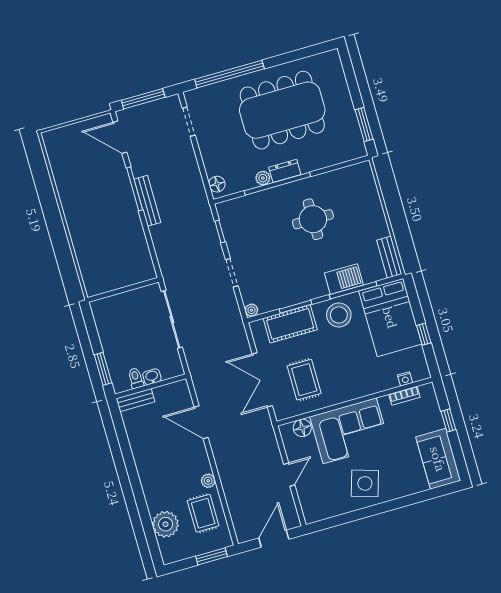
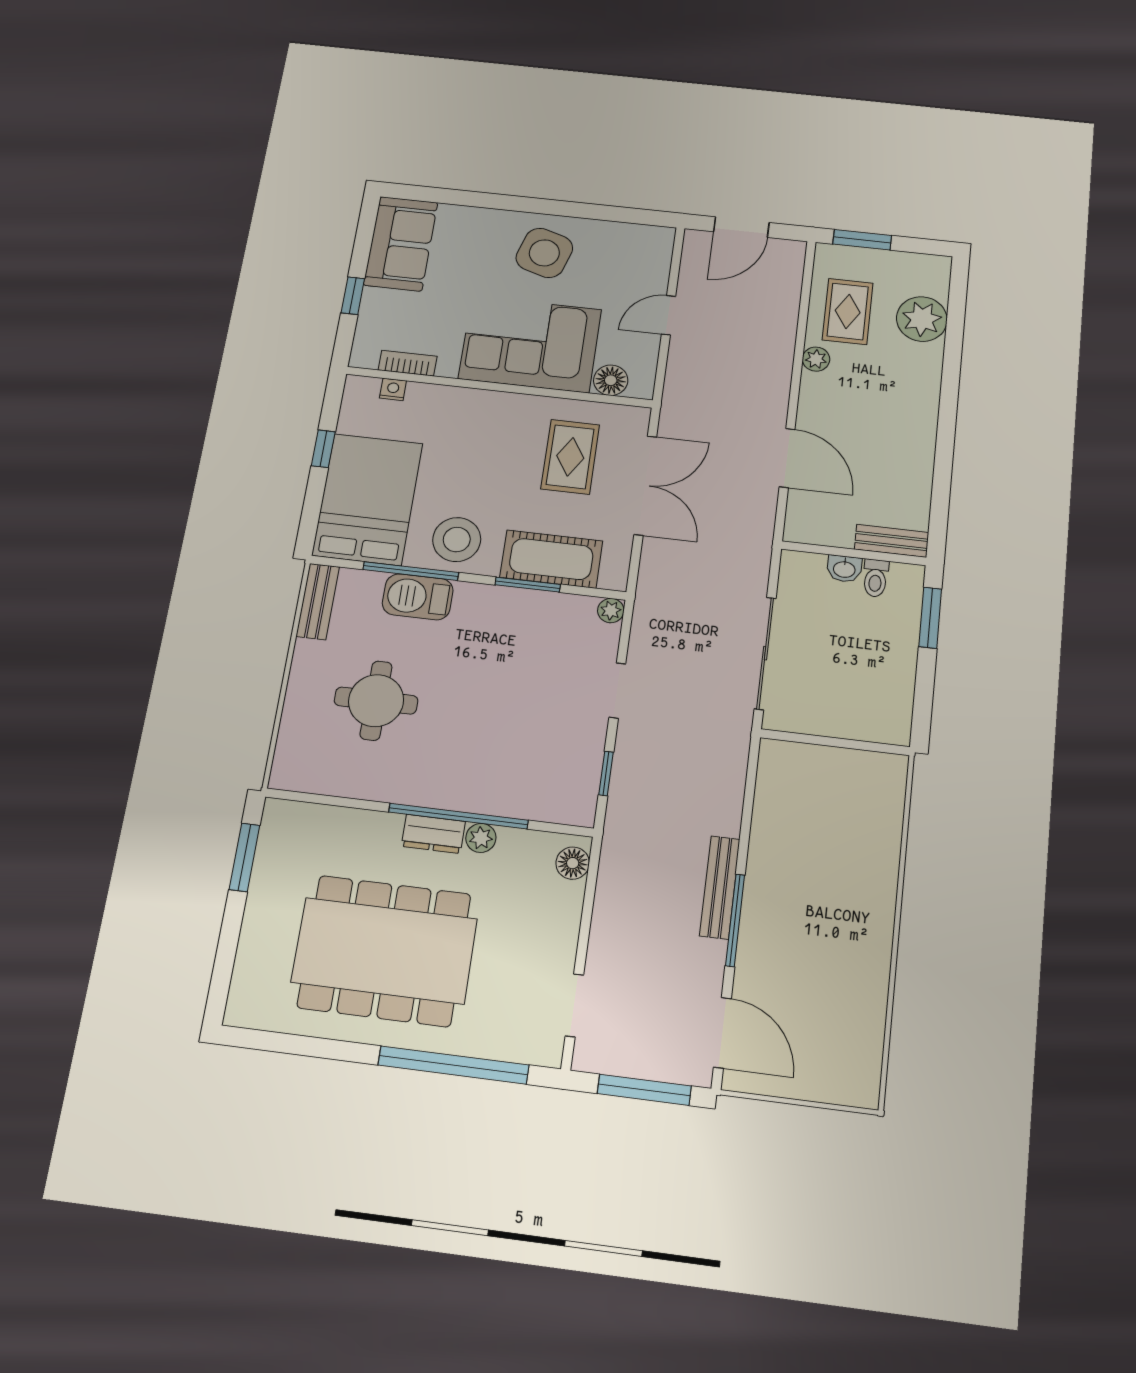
round table: (313, 219) -> (376, 701), moved

